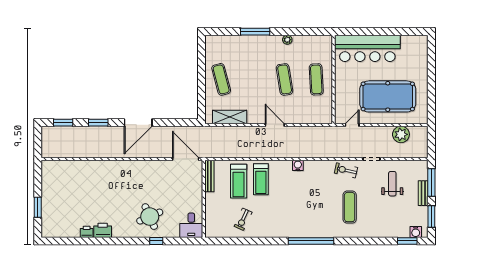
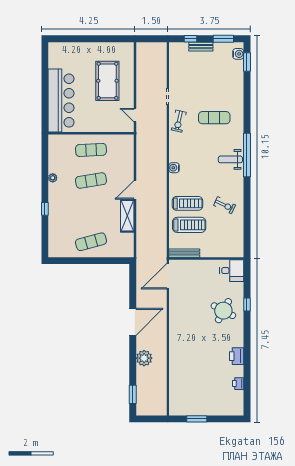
window: (255, 32) -> (45, 209), width x0.46
pool table: (388, 96) -> (107, 81), width x0.73, depth x0.76
shelving: (230, 117) -> (127, 216), moved
window: (98, 123) -> (133, 360), removed
door: (138, 123) -> (133, 322), hinge flipped
plant: (401, 134) -> (144, 358), moved
window: (431, 182) -> (190, 39), width x0.46
weight bench: (392, 184) -> (230, 159), moved
window: (38, 207) -> (197, 419), moved
round table: (150, 217) -> (223, 311), turned -38
exercise bike: (243, 219) -> (225, 205), moved
printer: (87, 232) -> (238, 384), moved

